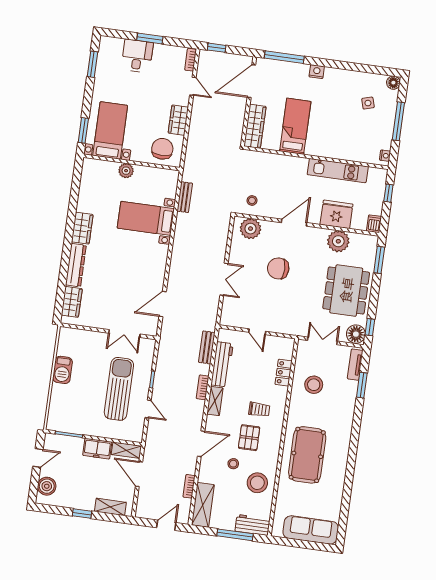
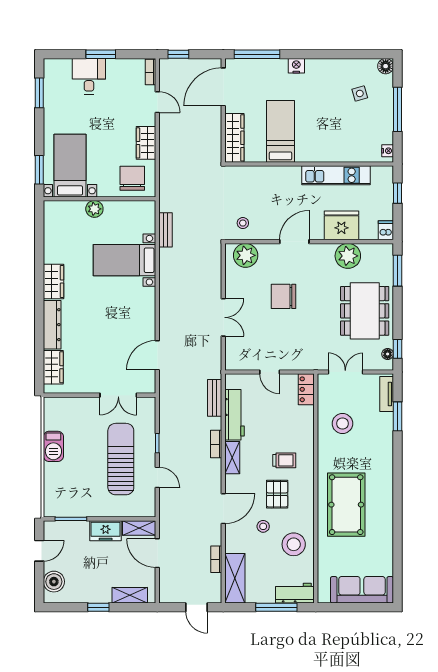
floor lamp: (356, 334) -> (388, 354), width x0.53, depth x0.53
locker: (284, 373) -> (306, 389), moved
door: (166, 525) -> (197, 607), swing flipped

